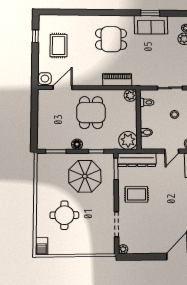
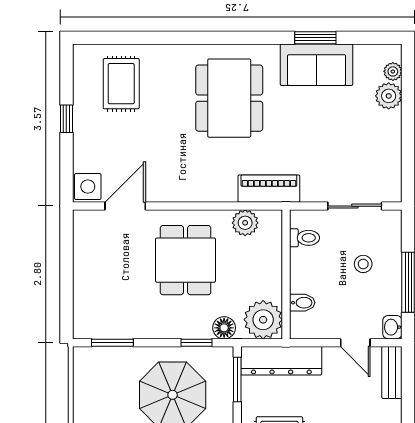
window: (35, 36) -> (66, 119), moved
dining table: (111, 39) -> (229, 98), width x1.37
rug: (59, 46) -> (121, 84), moved
piano: (117, 80) -> (269, 189), moved
plant: (130, 95) -> (245, 223), moved
floor lamp: (77, 144) -> (224, 328), moved
door: (172, 151) -> (355, 343), hinge flipped

